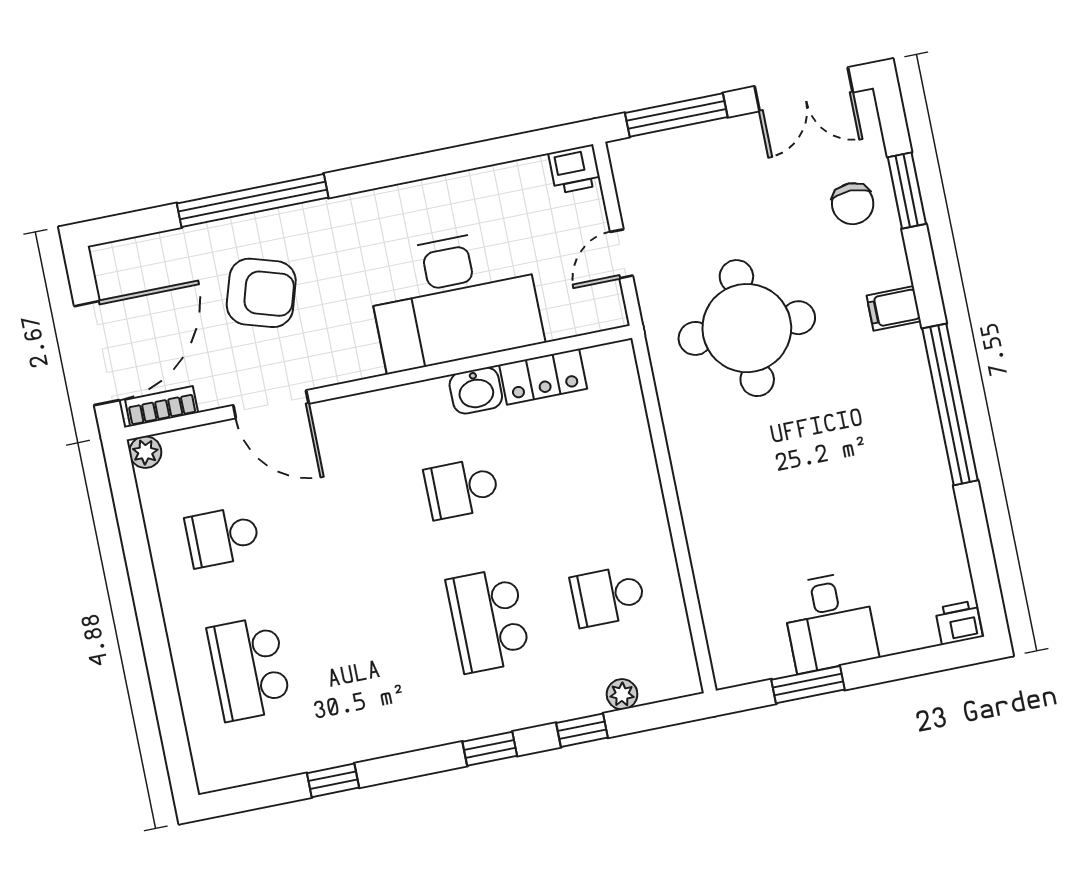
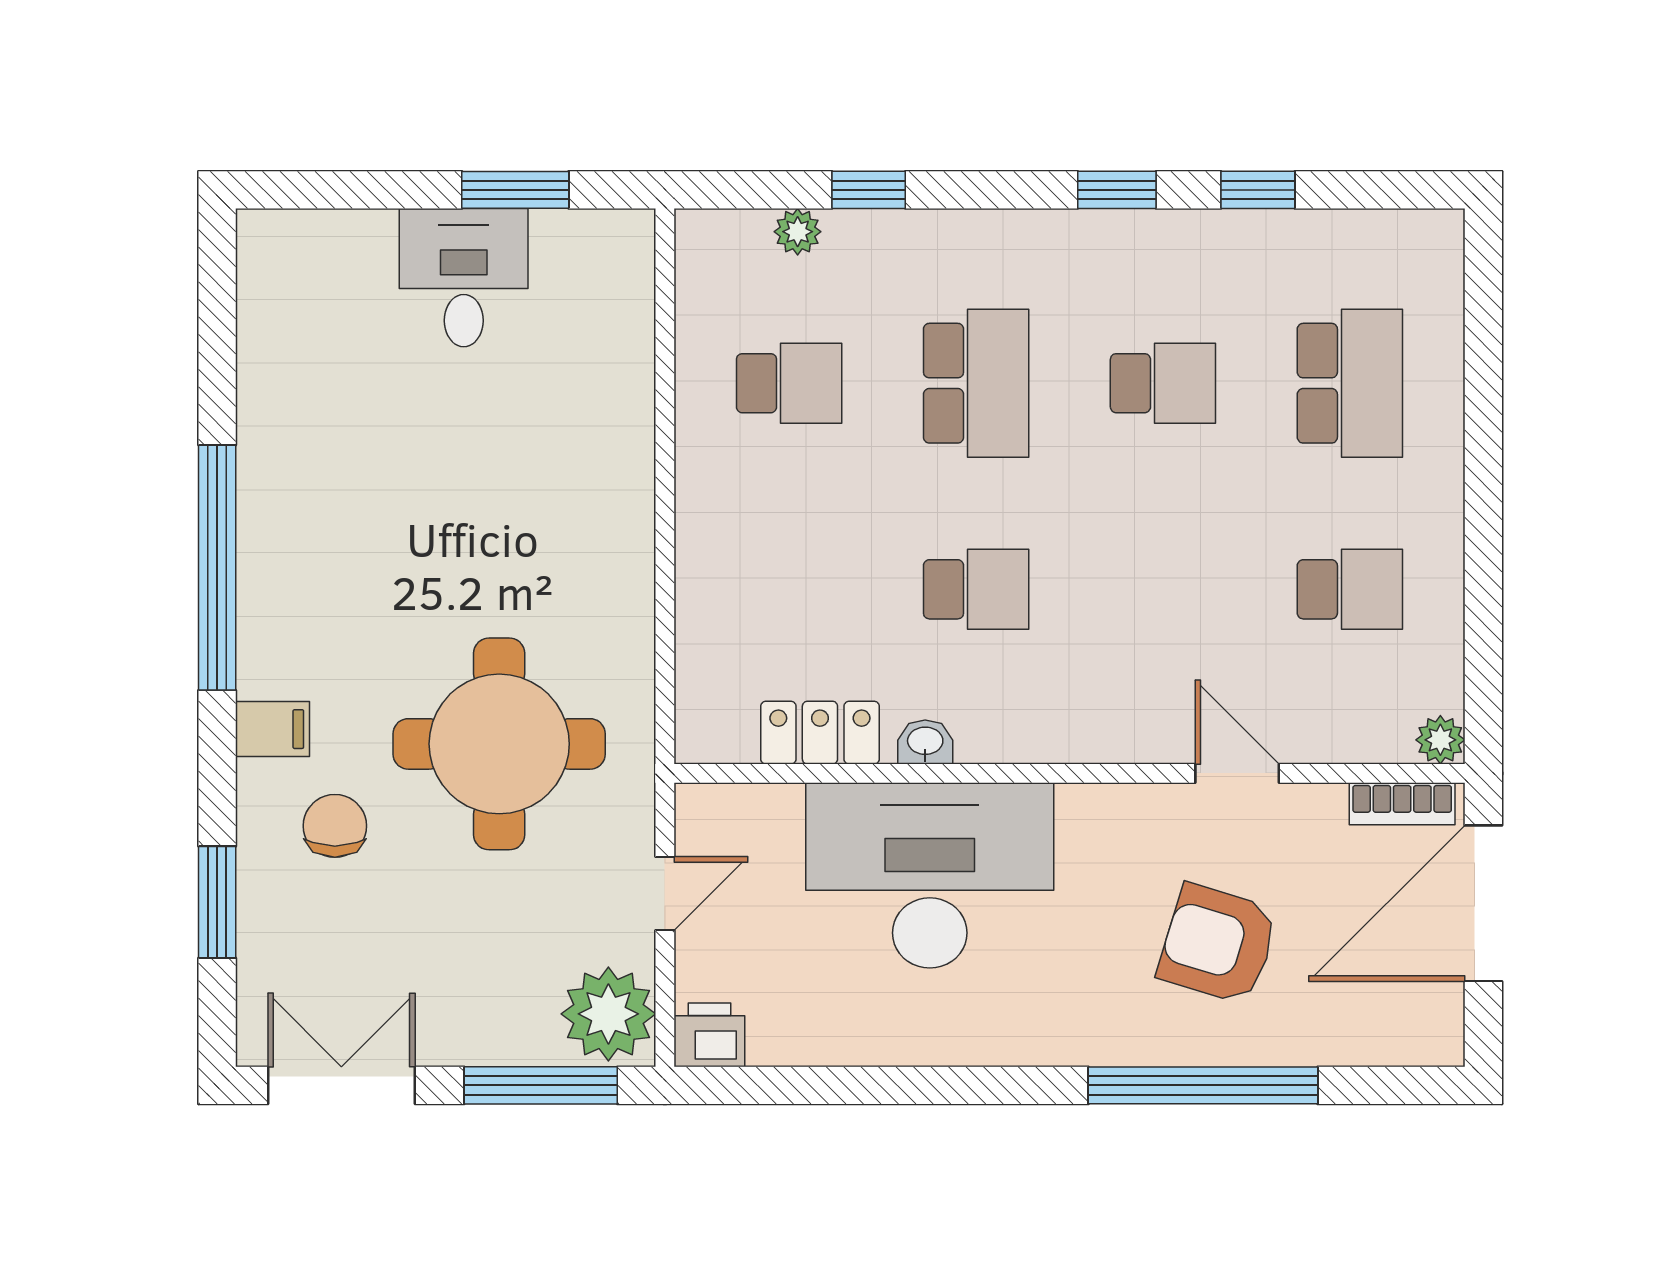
plant: (642, 169) -> (608, 1014), added
chair: (853, 204) -> (335, 826), moved
washbasin: (476, 391) -> (925, 742), width x0.72, depth x0.69
door: (271, 404) -> (1237, 773), width x0.73
printer: (959, 623) -> (270, 237), removed
school desk: (369, 644) -> (1163, 383), added
window: (490, 749) -> (1117, 190), moved

